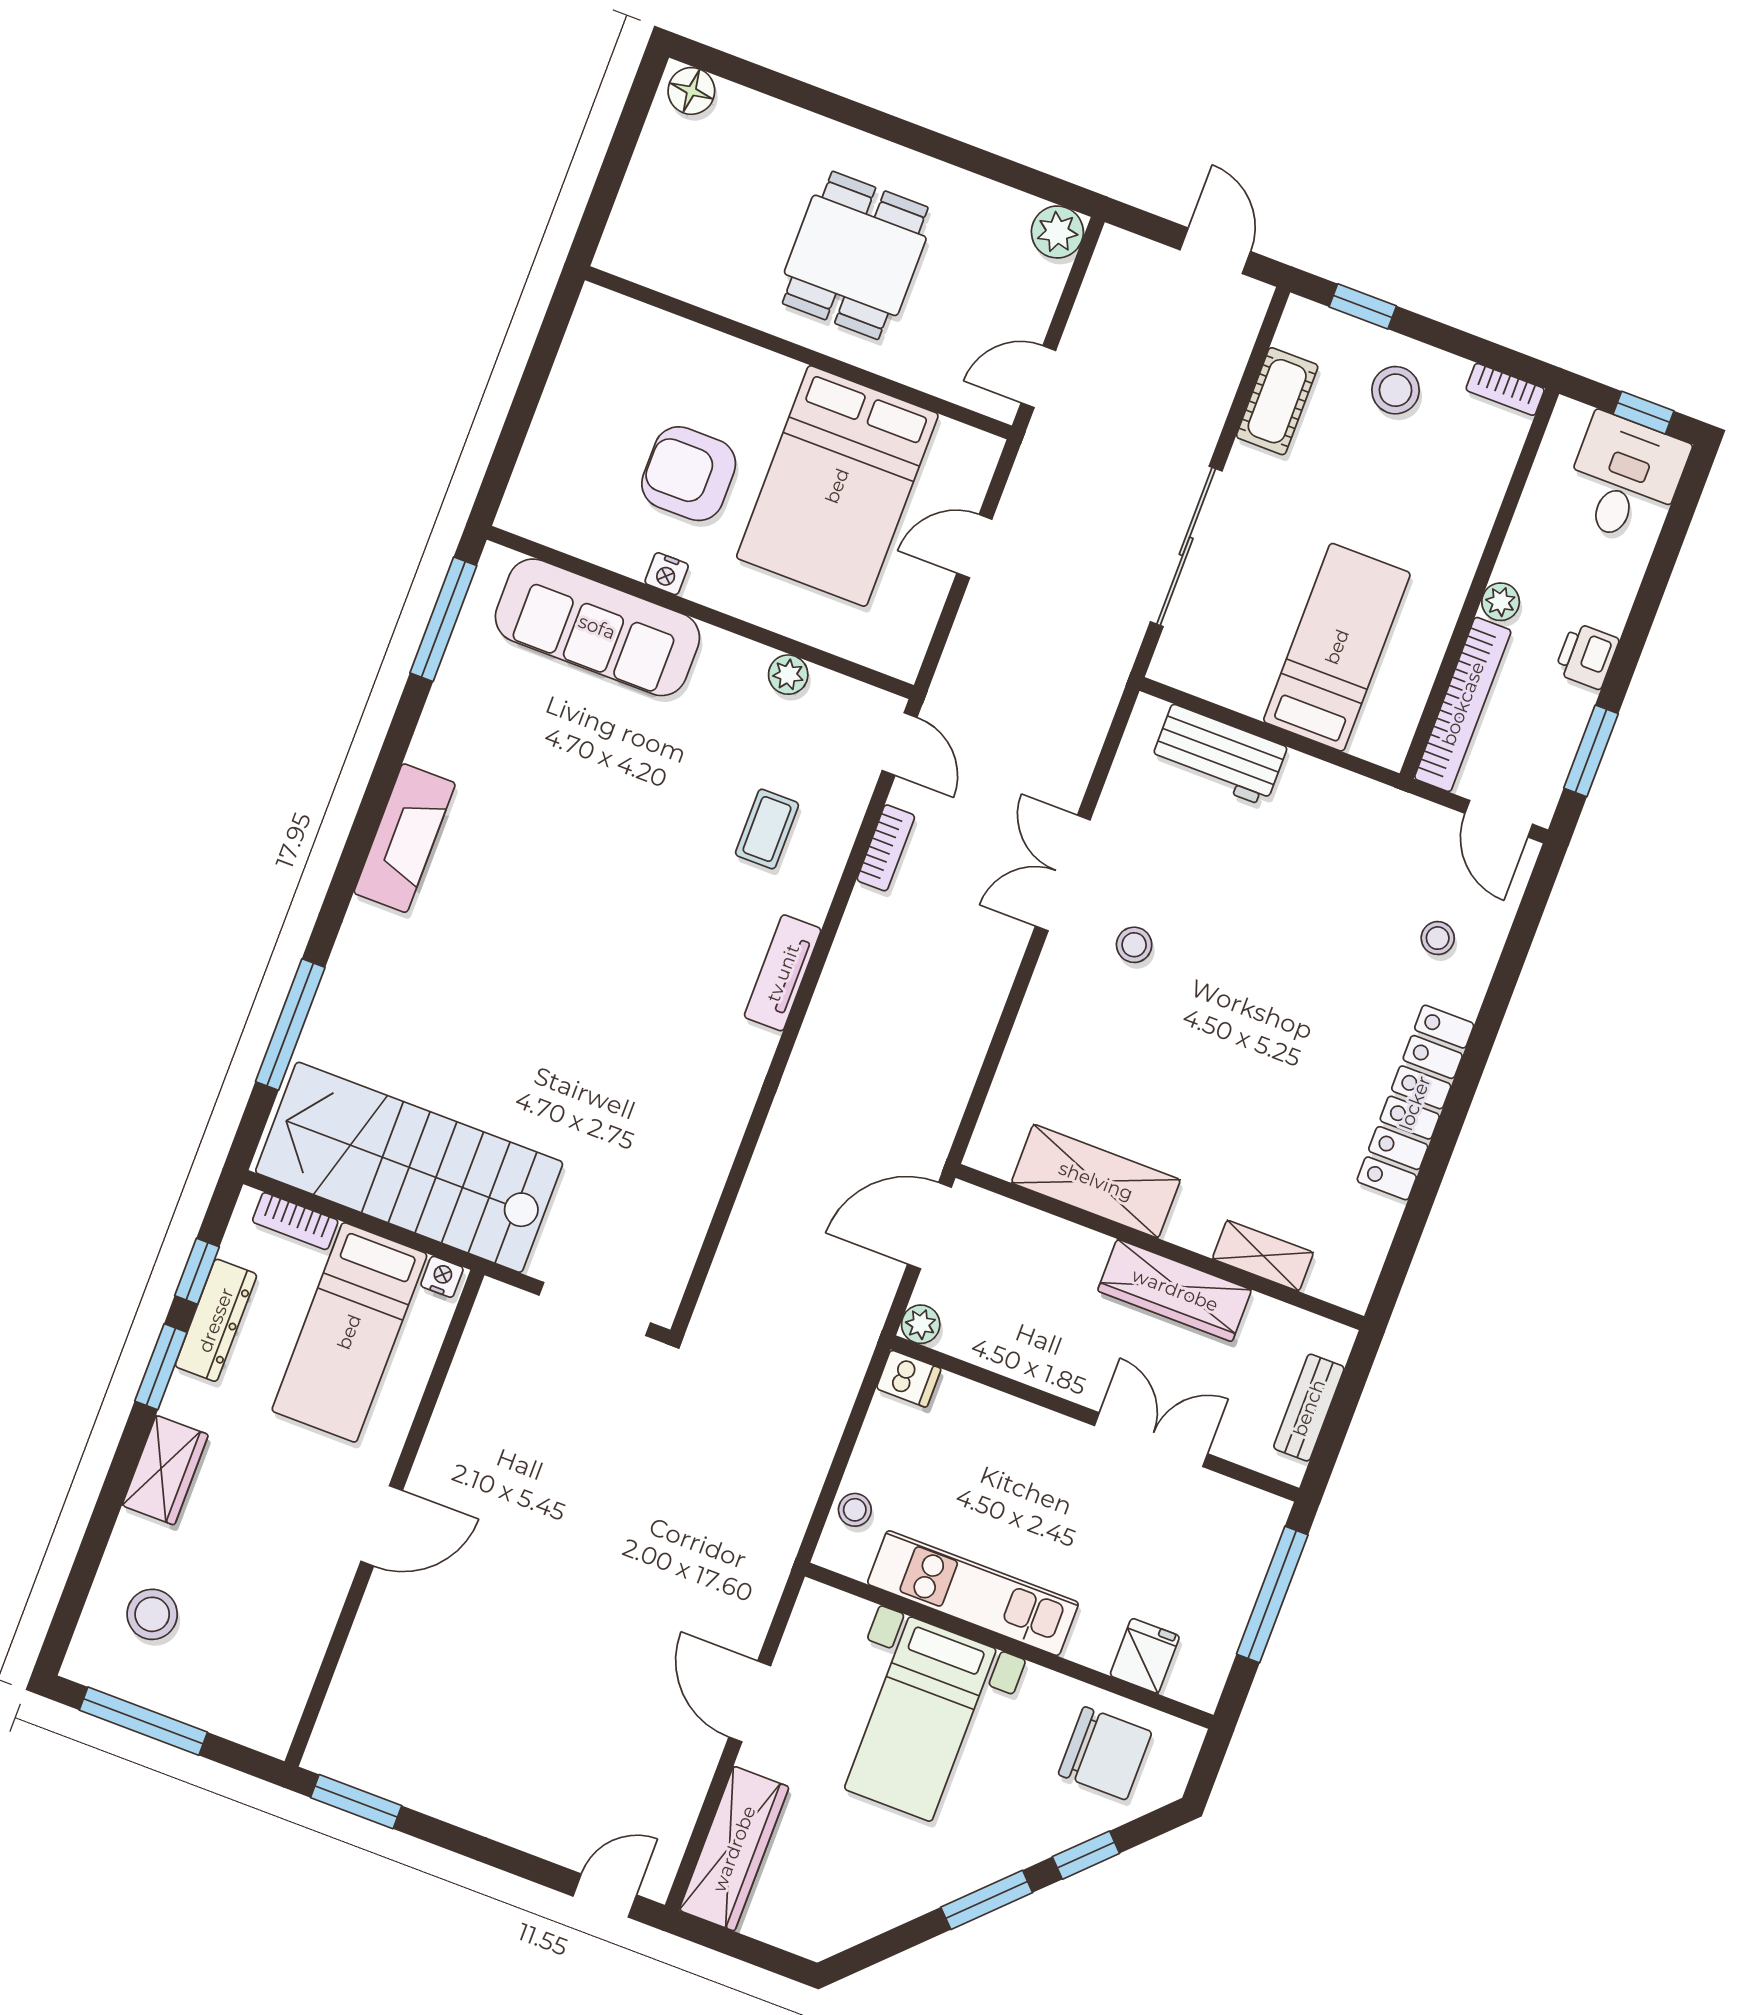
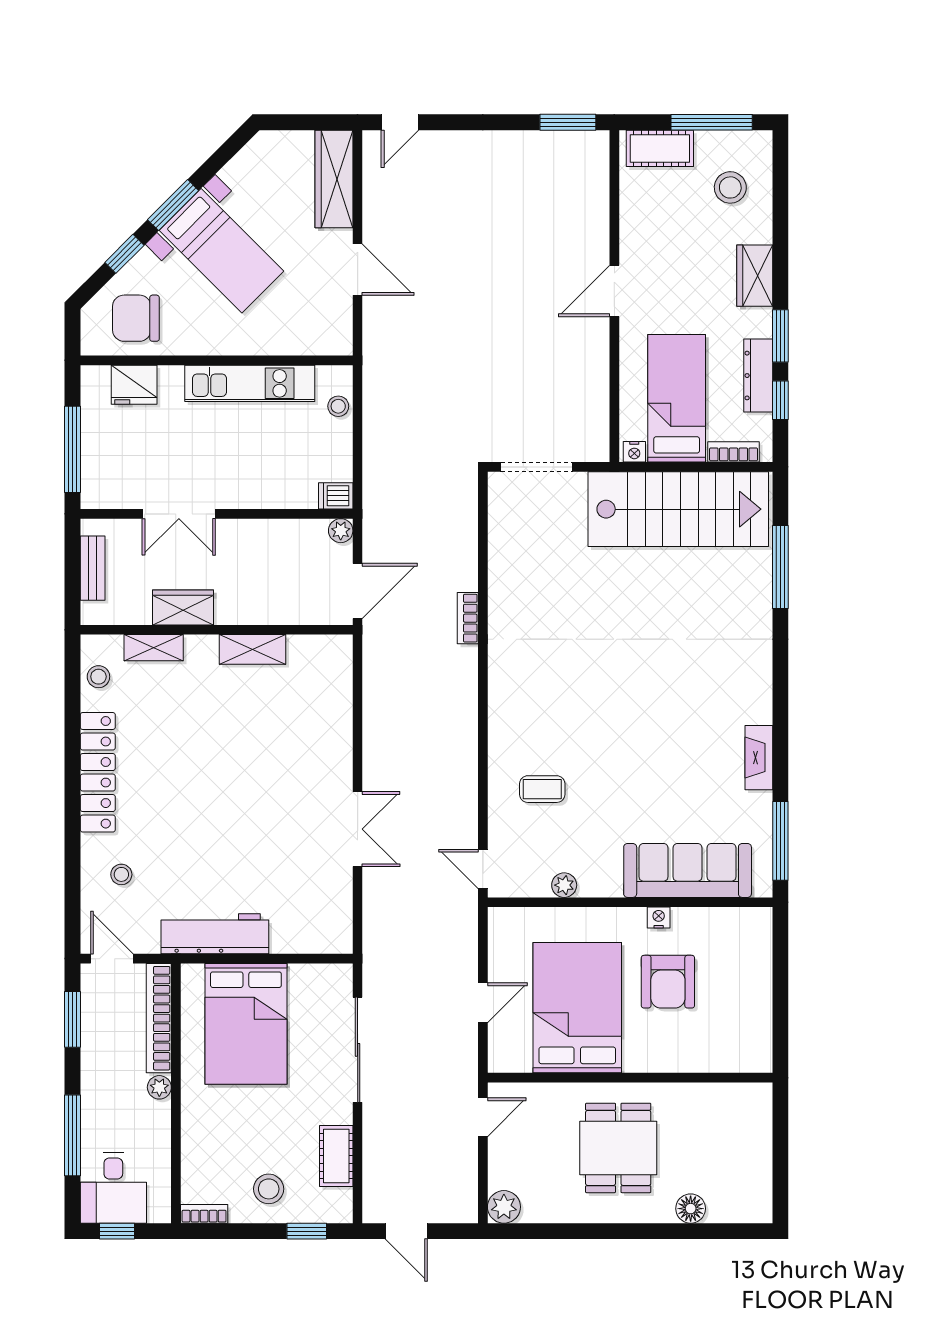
floor lamp: (691, 91) -> (691, 1209), moved
armchair: (689, 474) -> (668, 982), turned 90
window: (1656, 579) -> (72, 1135), added
bed: (1337, 647) -> (246, 1024), width x1.50
printer: (1587, 656) -> (96, 1075), removed
workbench: (1219, 755) -> (215, 934), moved, width x1.38
coffee table: (767, 829) -> (542, 789), turned 90
fireplace: (405, 838) -> (759, 758), moved, width x0.73, depth x0.76
bookcase: (886, 848) -> (468, 618), moved
stool: (1134, 945) -> (98, 677), moved
tv unit: (783, 973) -> (501, 708), removed
shelving: (1096, 1181) -> (252, 649), width x0.67, depth x0.75
wardrobe: (1175, 1290) -> (183, 607), width x0.67
fridge: (1145, 1656) -> (134, 385), width x1.38
cot: (235, 1711) -> (660, 148), added
bed with nightstands: (920, 1719) -> (221, 251), moved, turned 135

